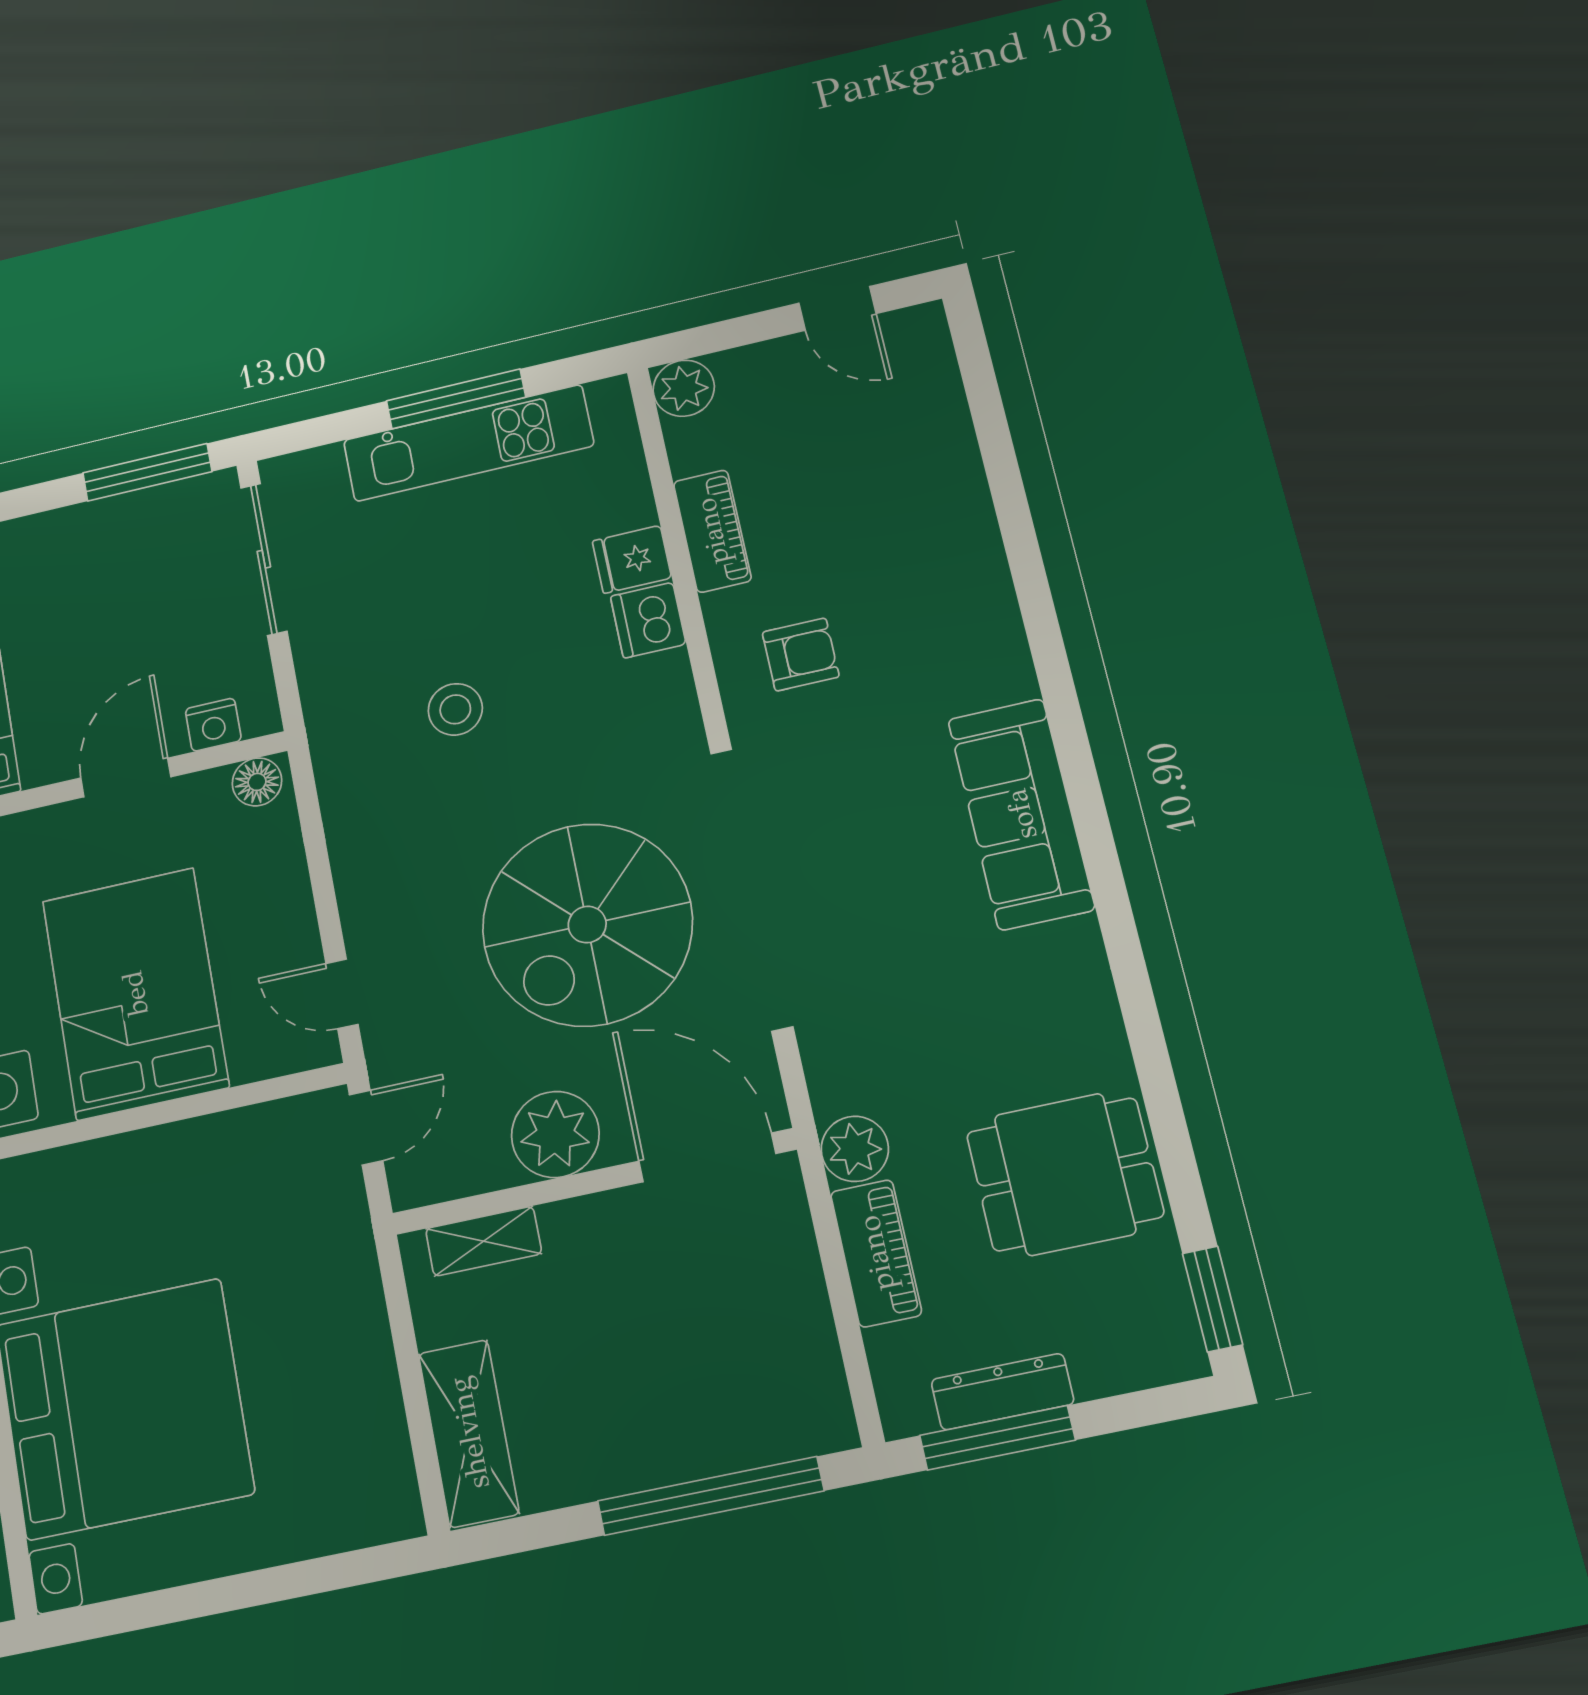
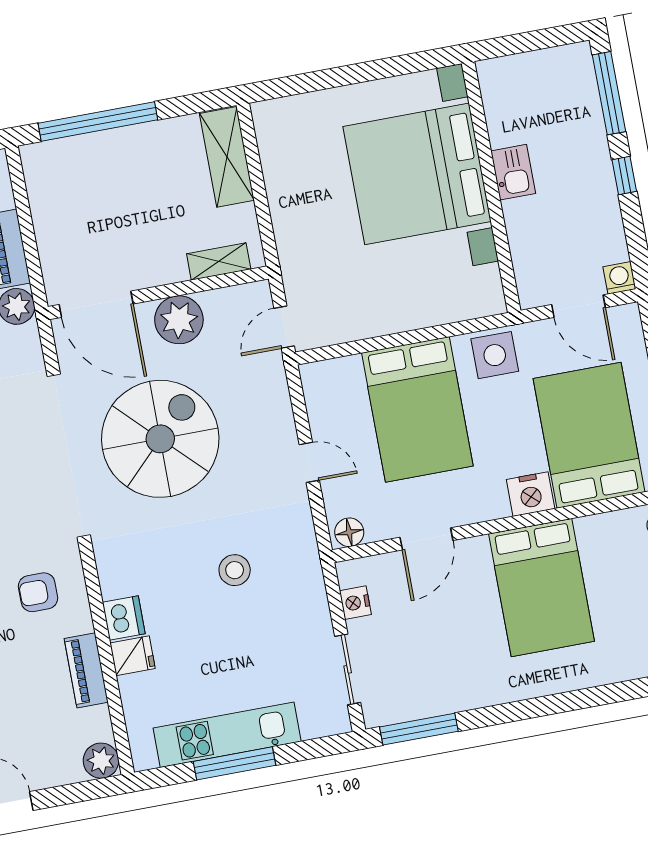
sliding door: (264, 559) -> (348, 669), width x0.73
nightstand: (213, 725) -> (355, 603), moved, turned -90
door: (342, 994) -> (309, 462), moved

